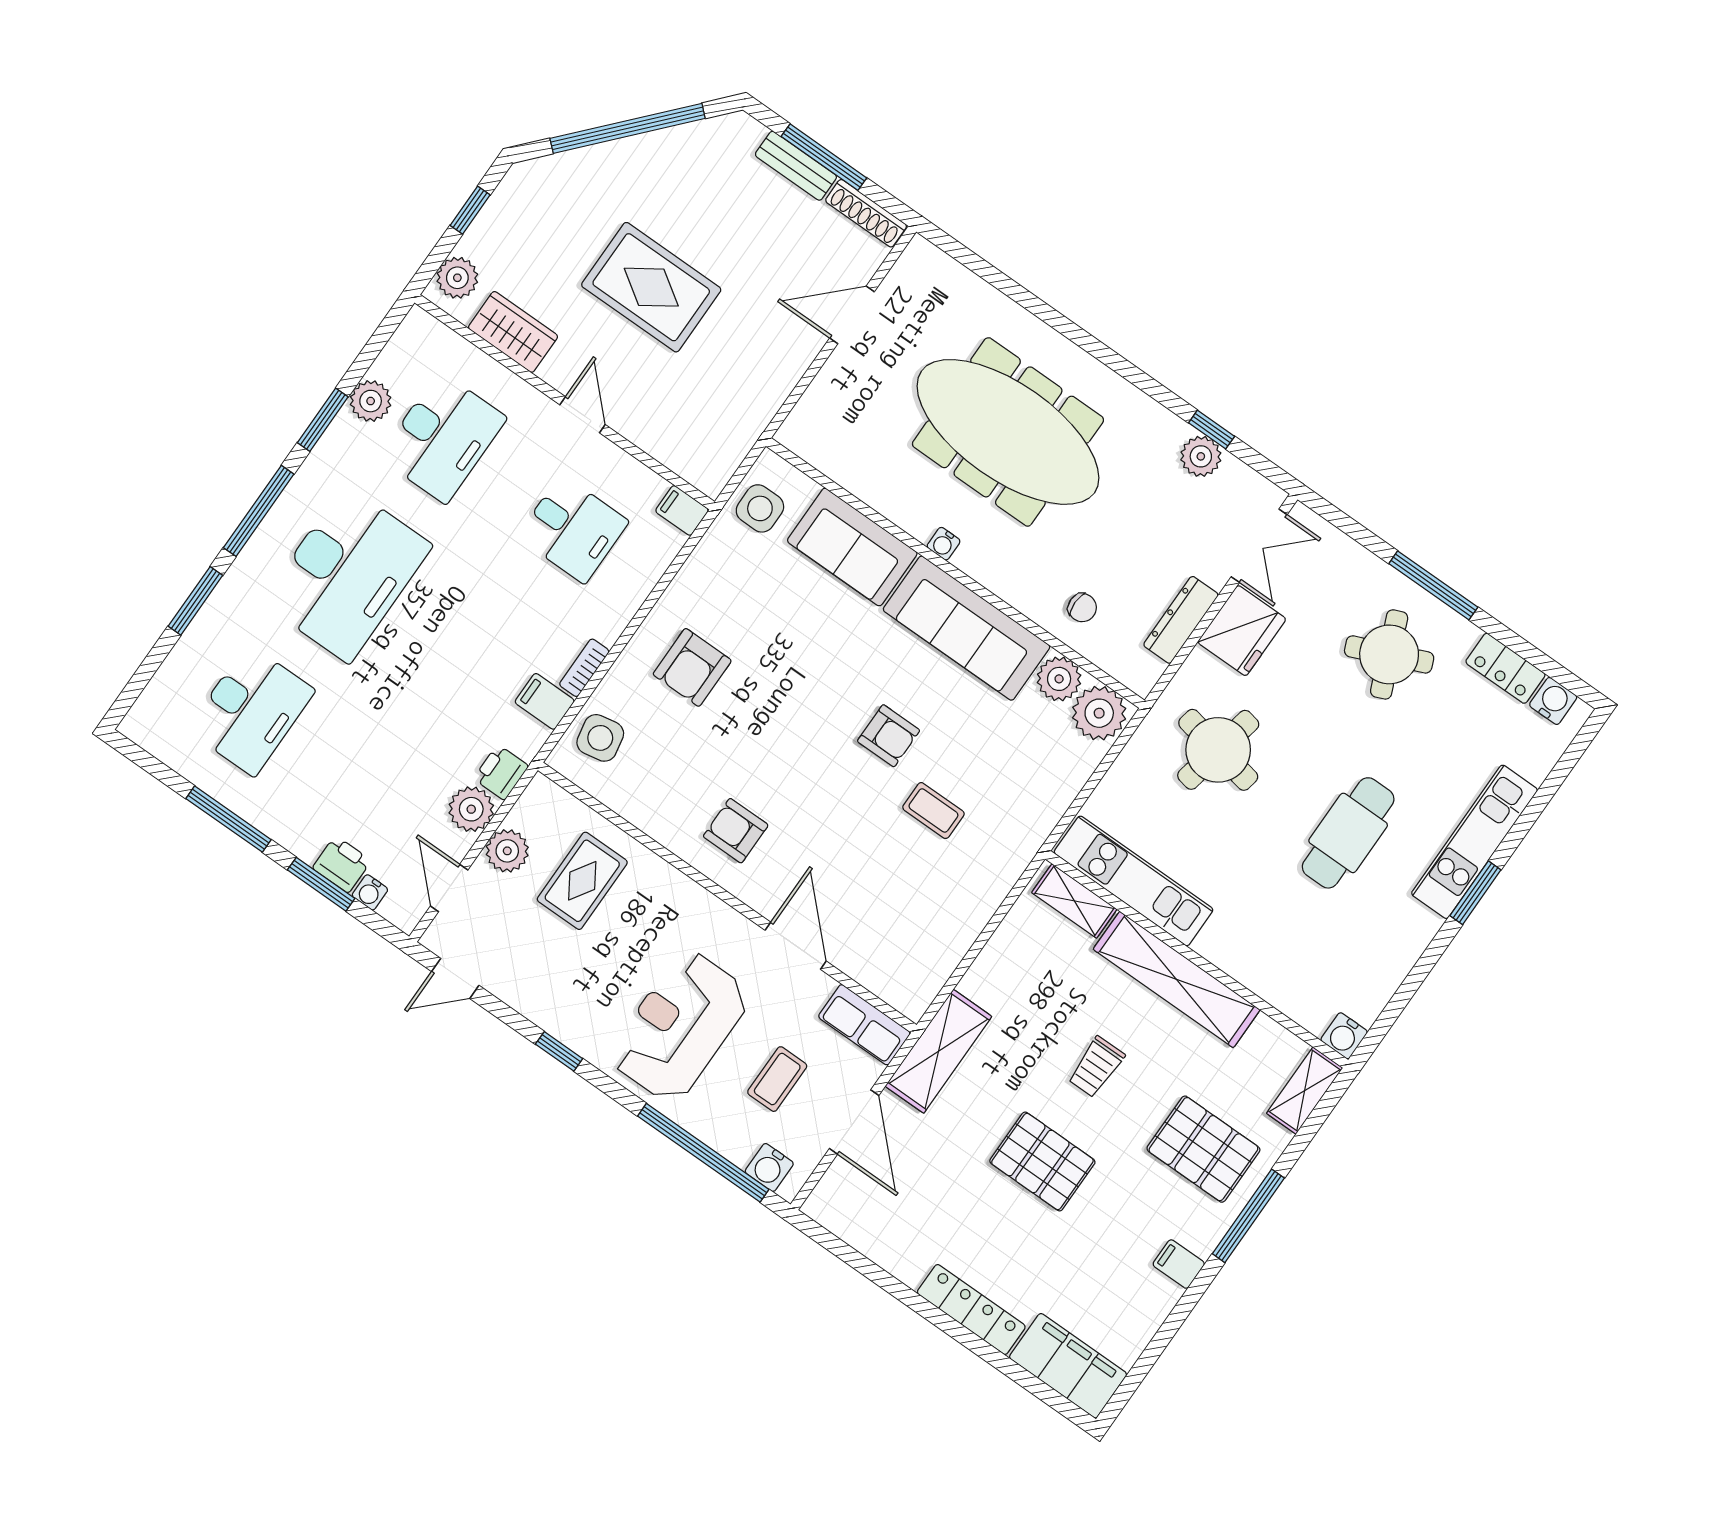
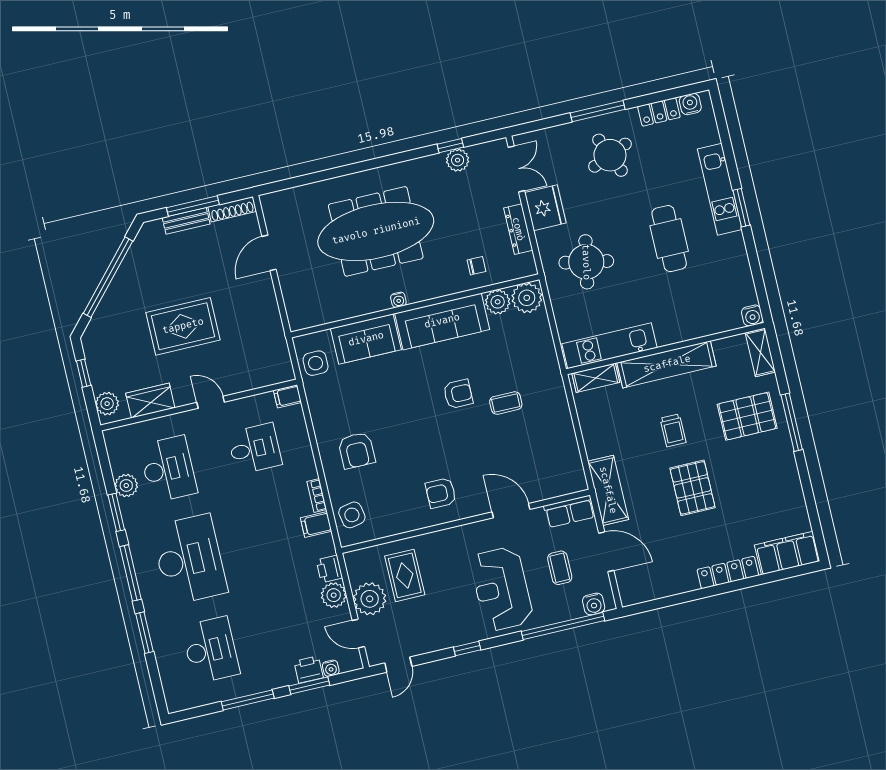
plant: (507, 851) -> (370, 599), width x1.36, depth x1.36
pallet: (1042, 1161) -> (693, 488), turned 90
filing cabinet: (1179, 1264) -> (786, 469), removed

